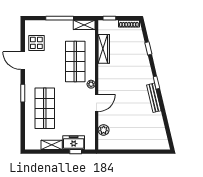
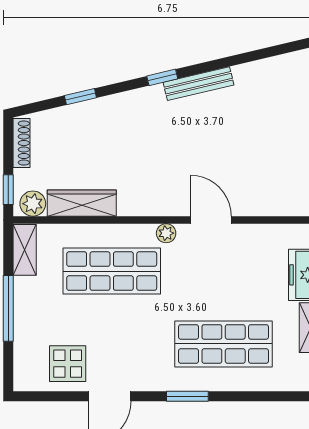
plant: (104, 130) -> (33, 204), moved

